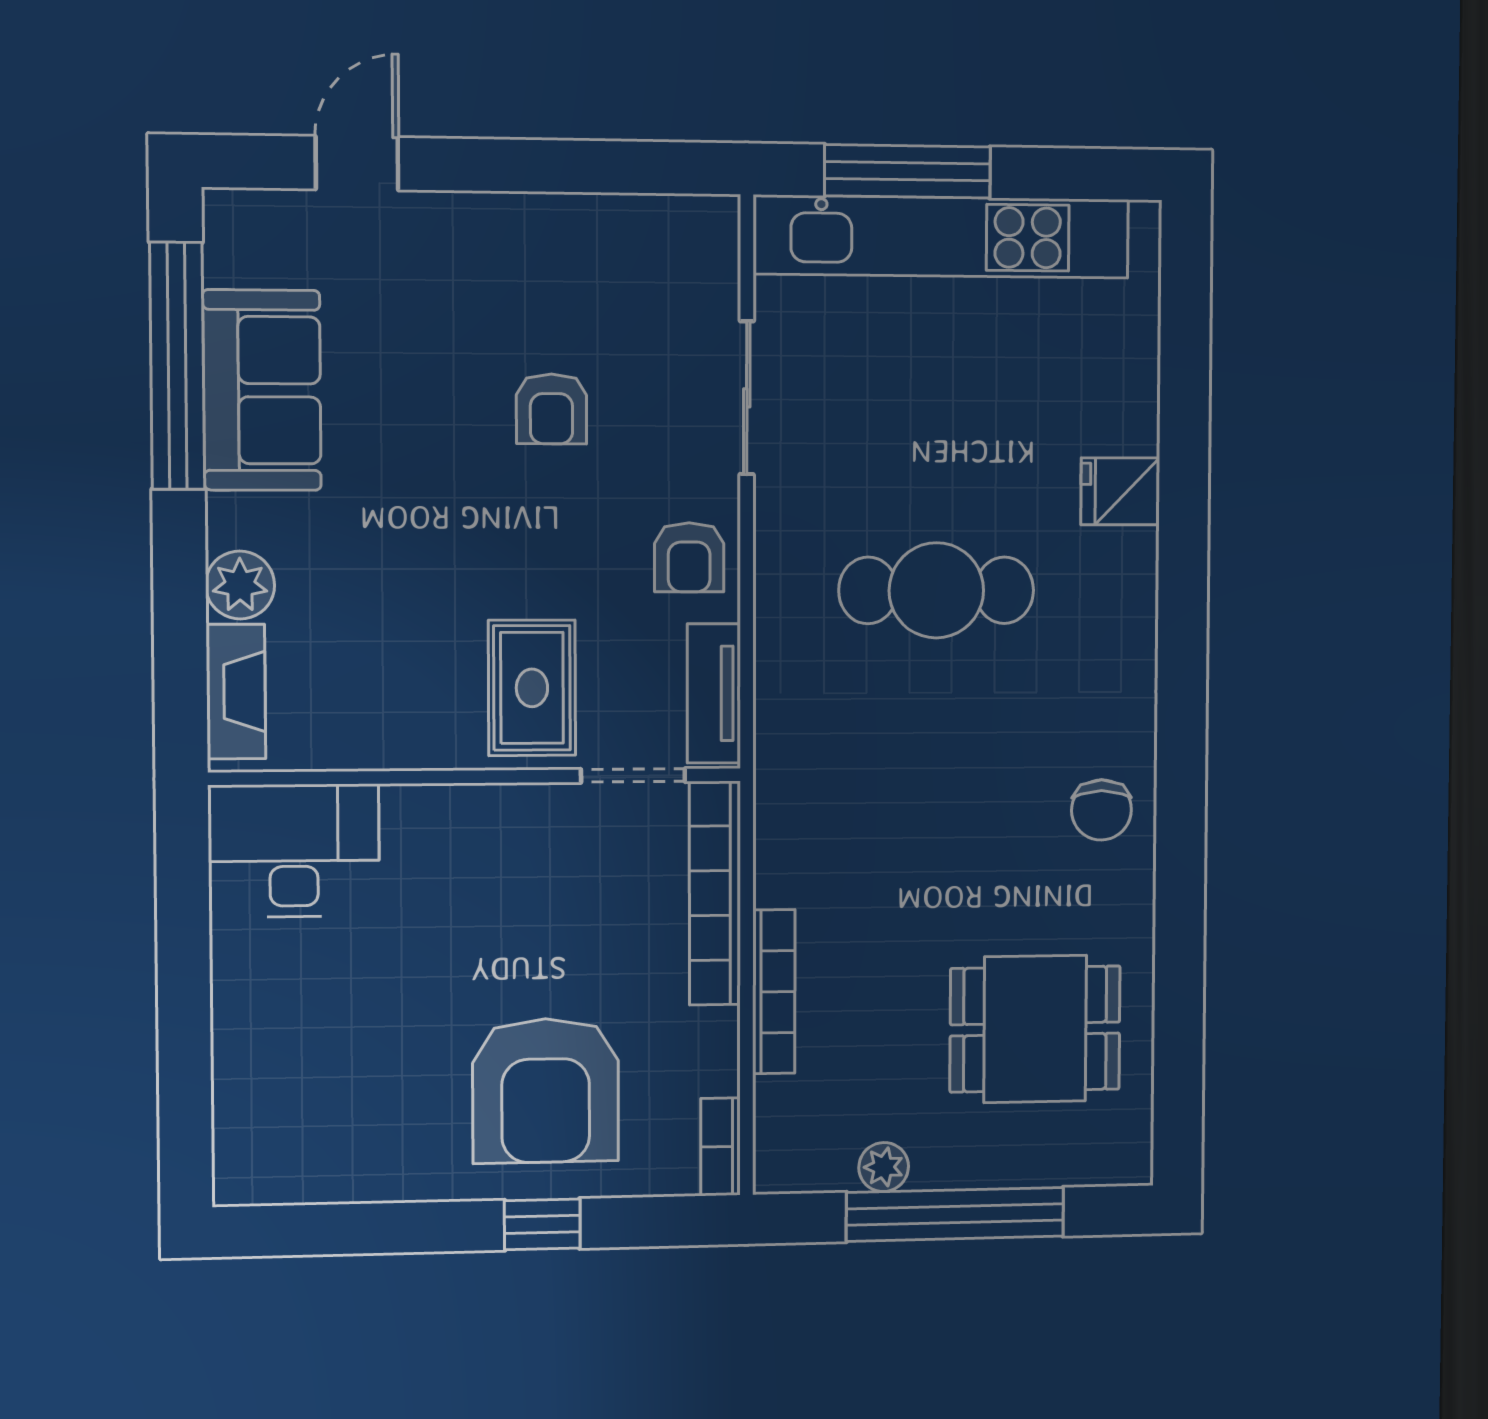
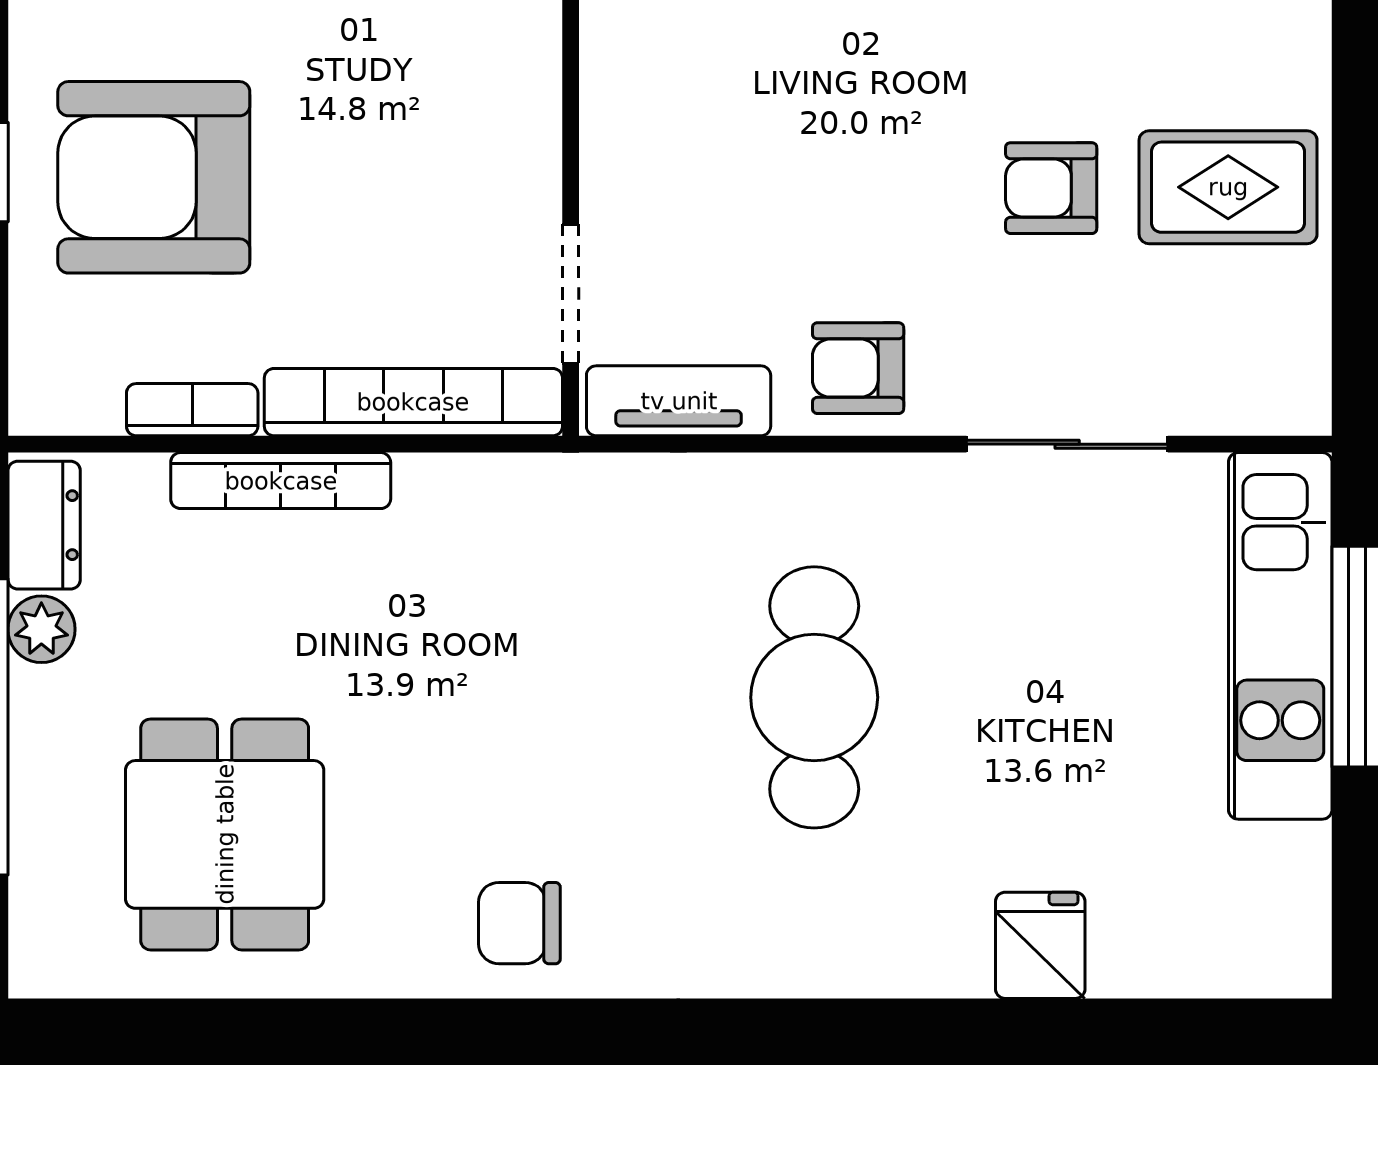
kitchen unit: (942, 237) -> (1280, 636), width x0.73
fridge: (1120, 491) -> (1040, 945), moved
rug: (532, 688) -> (1228, 187), moved
bookcase: (721, 1147) -> (192, 410), moved
dresser: (807, 1167) -> (44, 525), added

